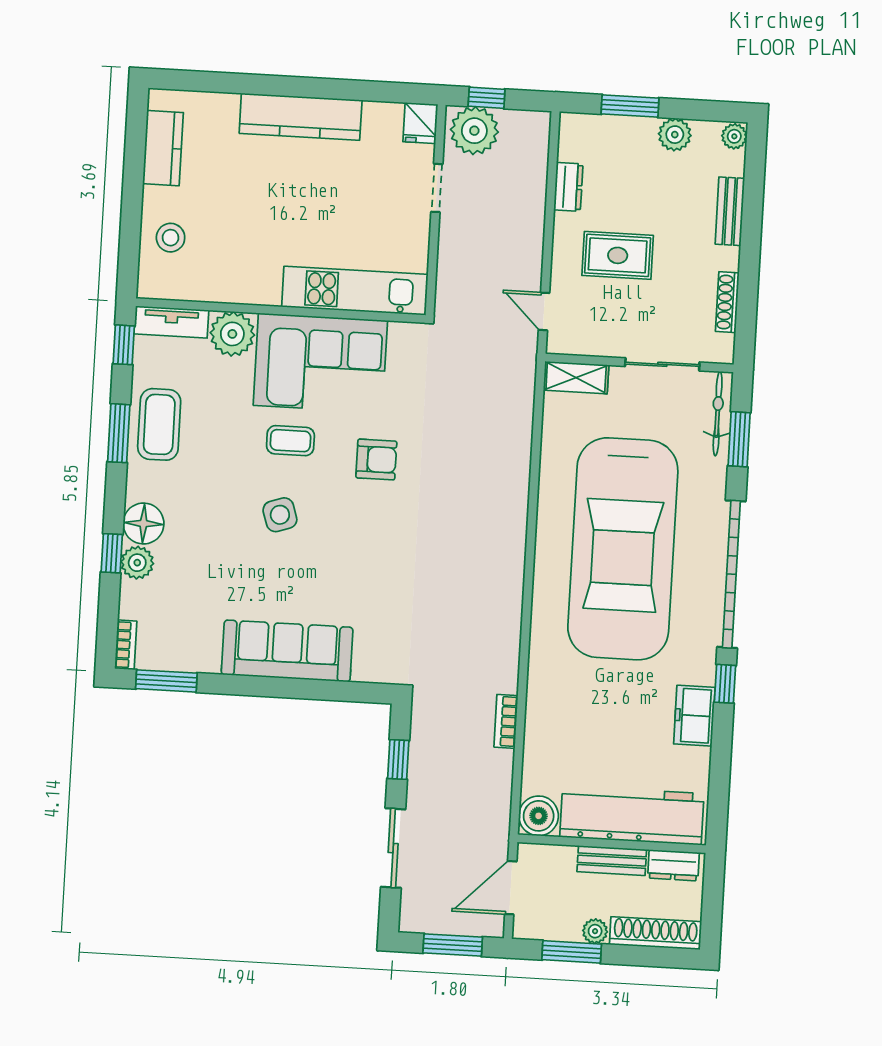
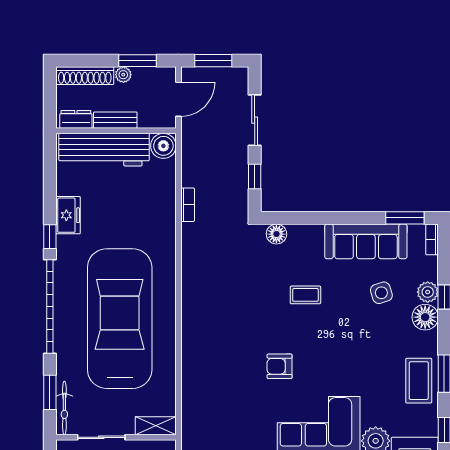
coffee table: (290, 441) -> (305, 295), moved
side table: (280, 515) -> (381, 293), moved
sofa: (287, 651) -> (366, 241), moved
floor lamp: (369, 667) -> (276, 234), added

